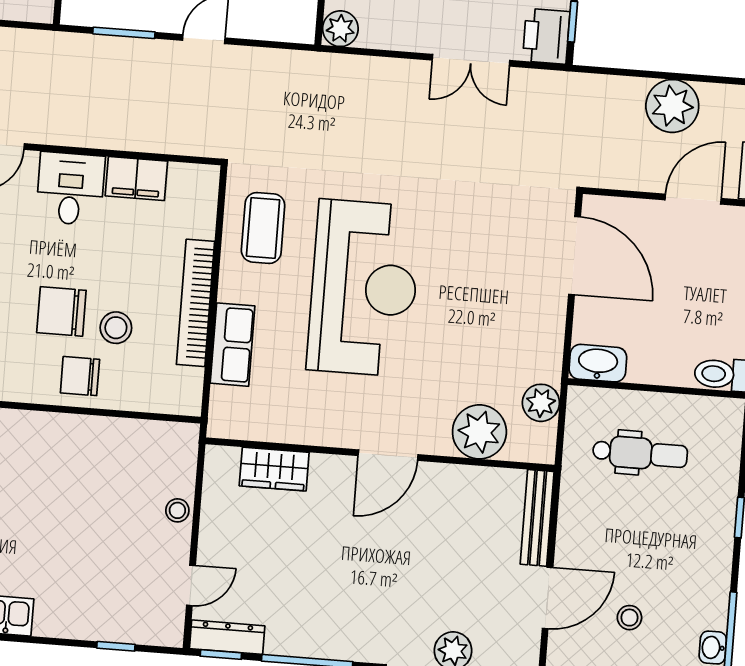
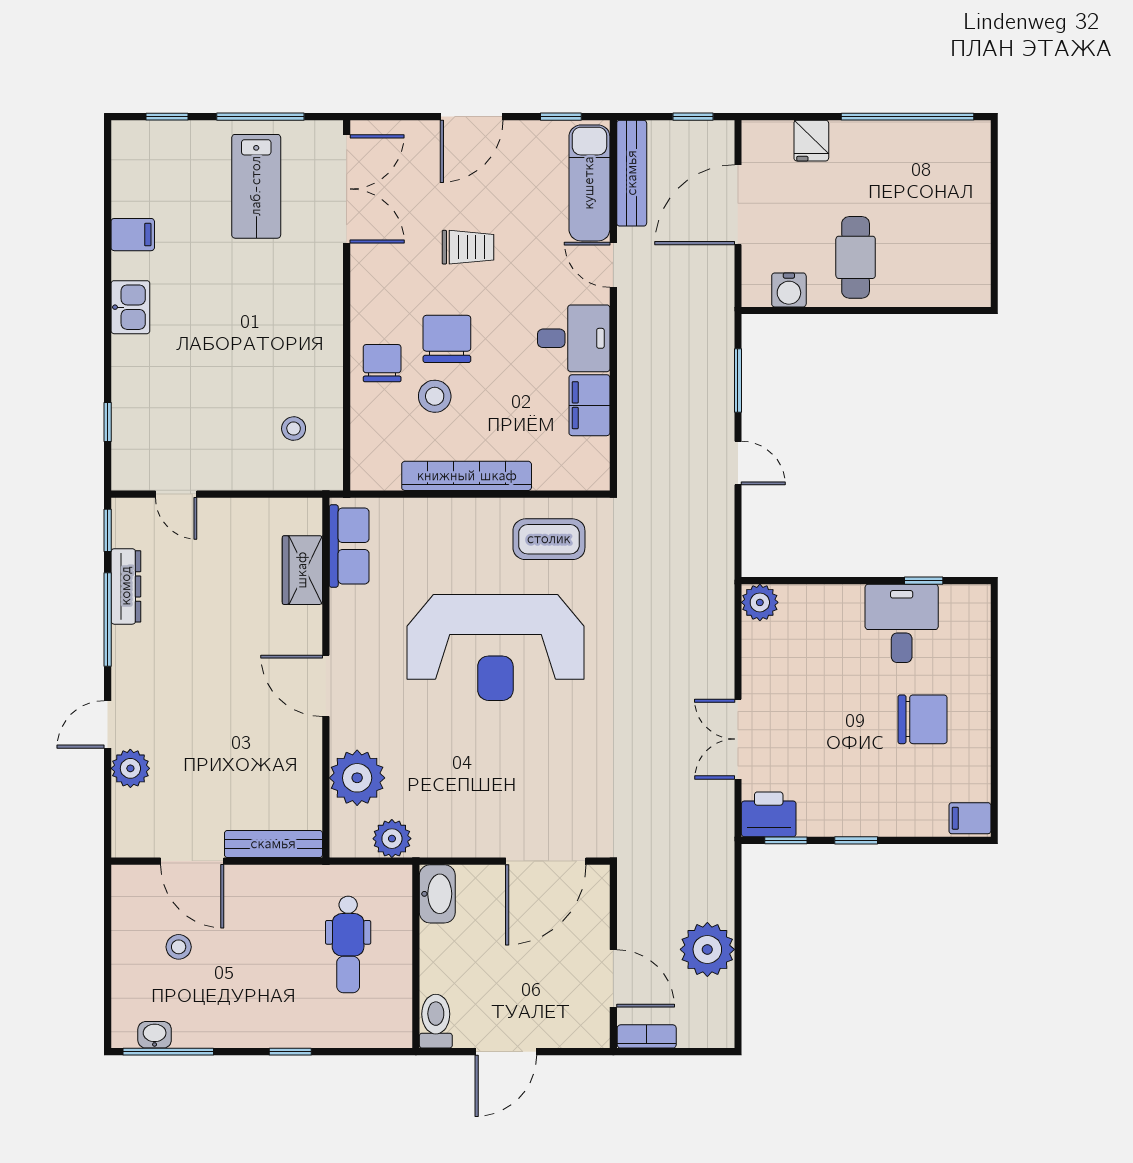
row of seats: (233, 345) -> (349, 546), moved, turned -90
stool: (177, 510) -> (294, 429), moved
dresser: (227, 637) -> (126, 586), moved

